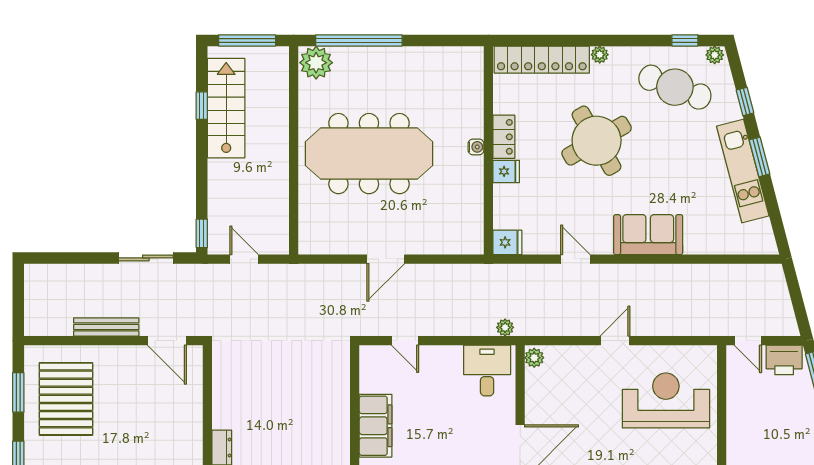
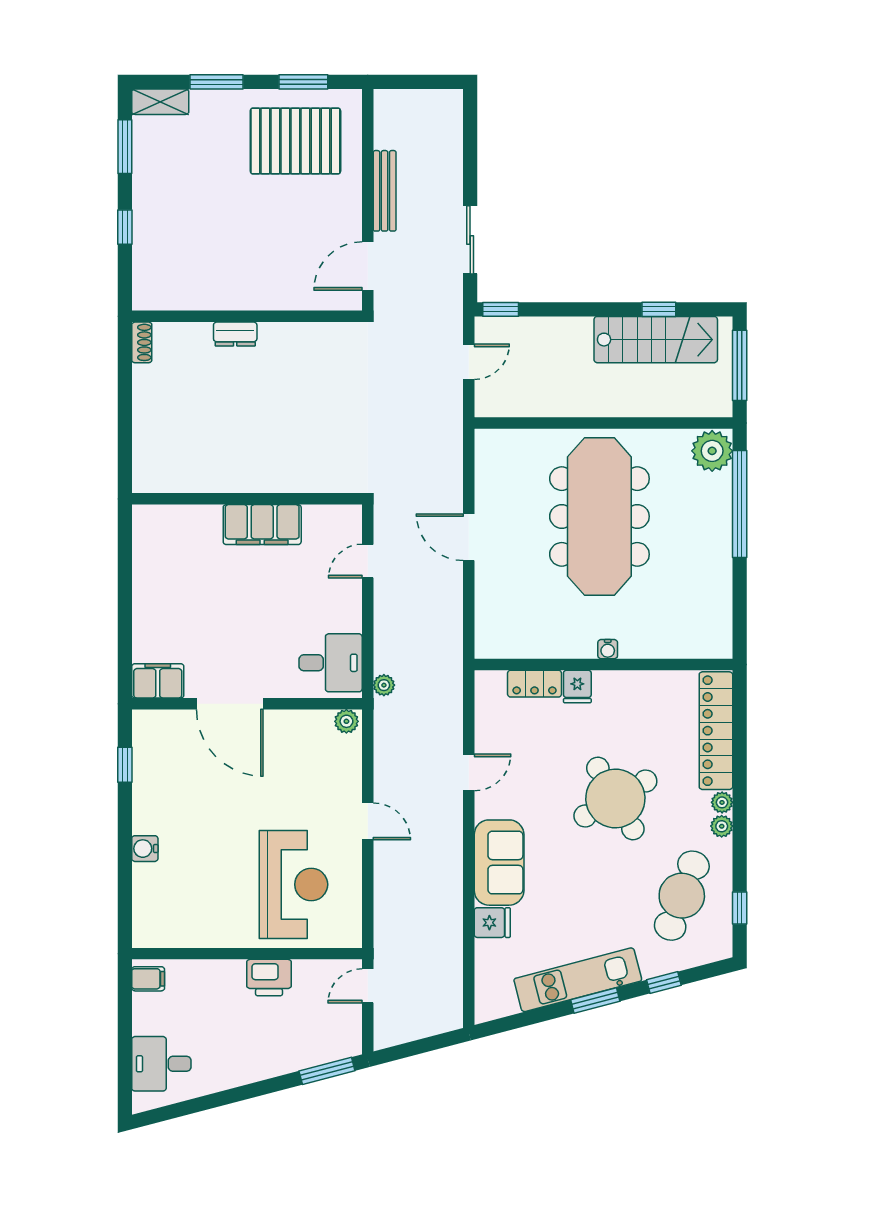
plant: (715, 55) -> (722, 826), moved
locker: (504, 137) -> (535, 684), moved
fridge: (507, 242) -> (492, 923), moved, turned -90
printer: (784, 360) -> (269, 978), moved, turned -90

